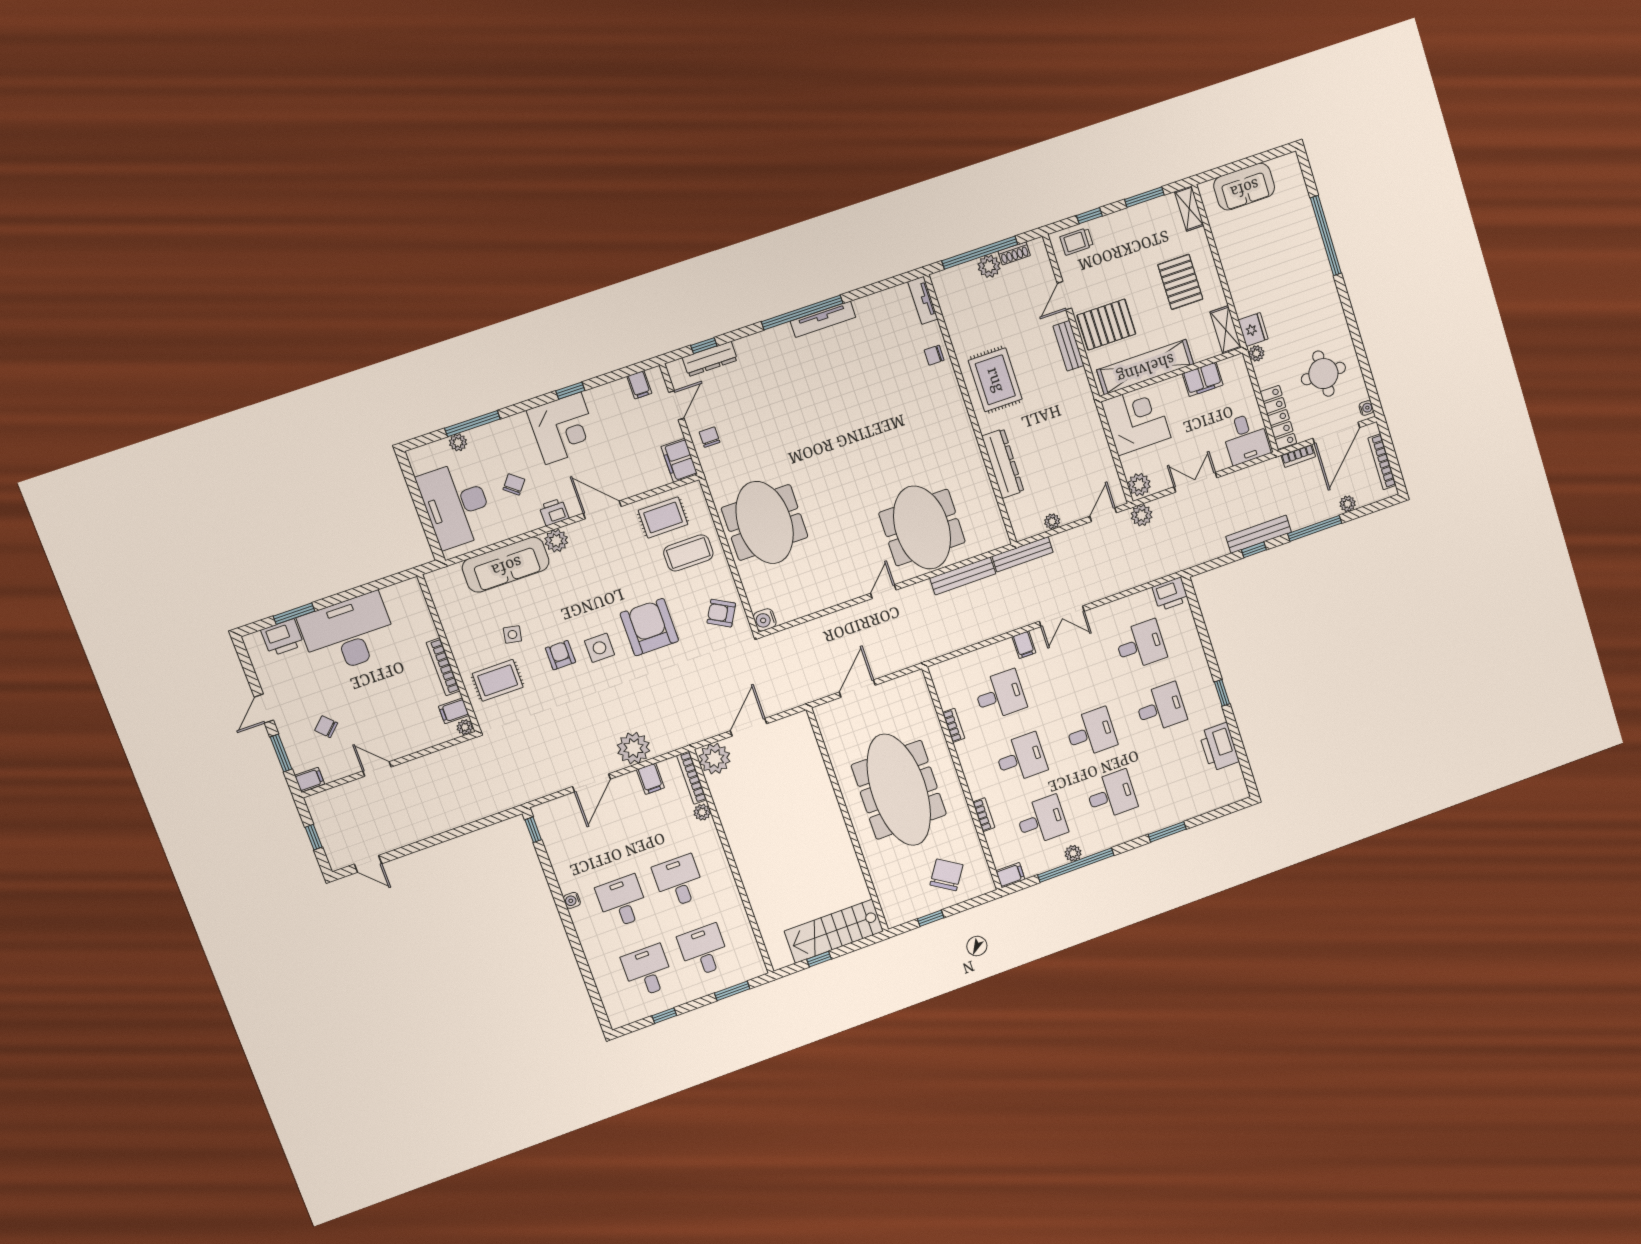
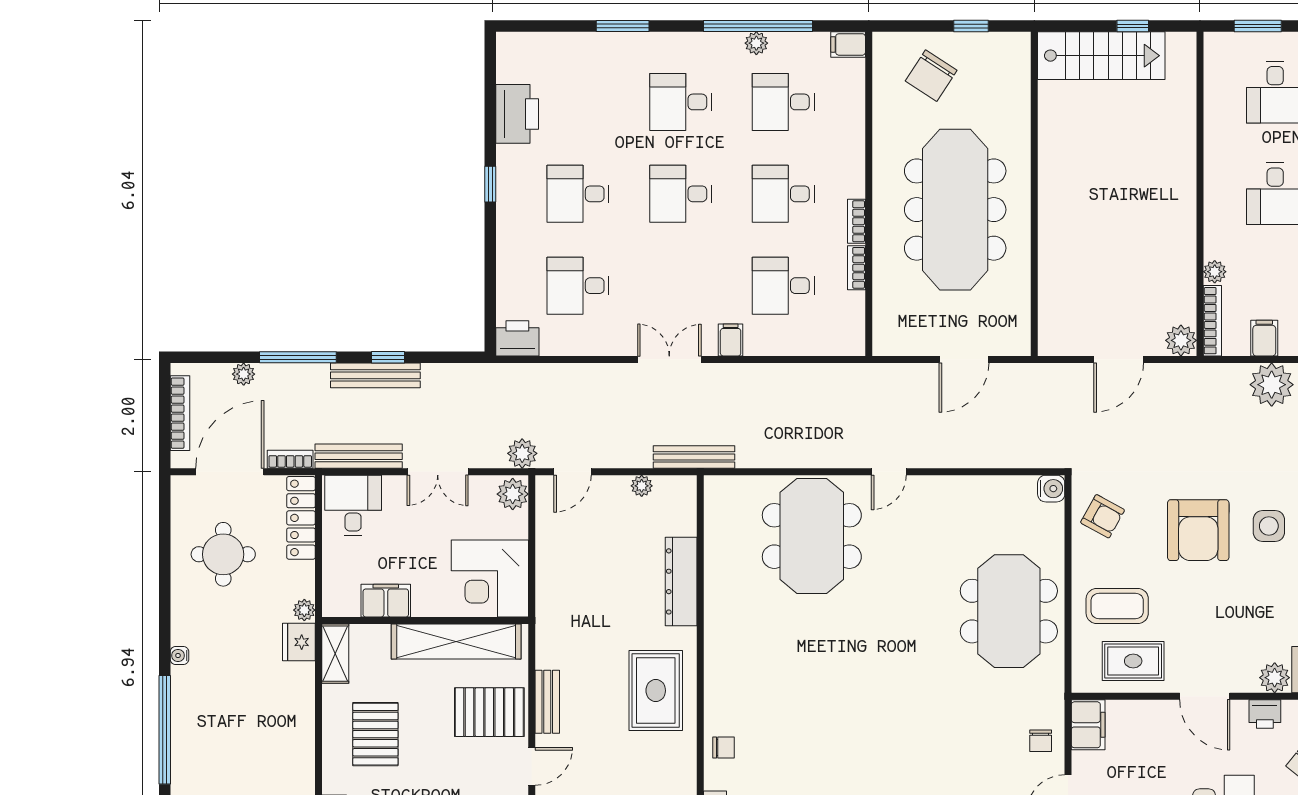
water cooler: (1366, 408) -> (179, 656), moved
bench: (963, 576) -> (359, 456), moved
plant: (714, 759) -> (1181, 340), width x0.73, depth x0.73
bookcase: (984, 815) -> (856, 221), moved

